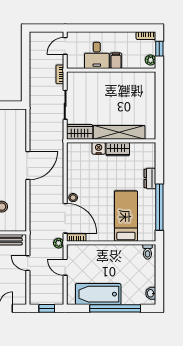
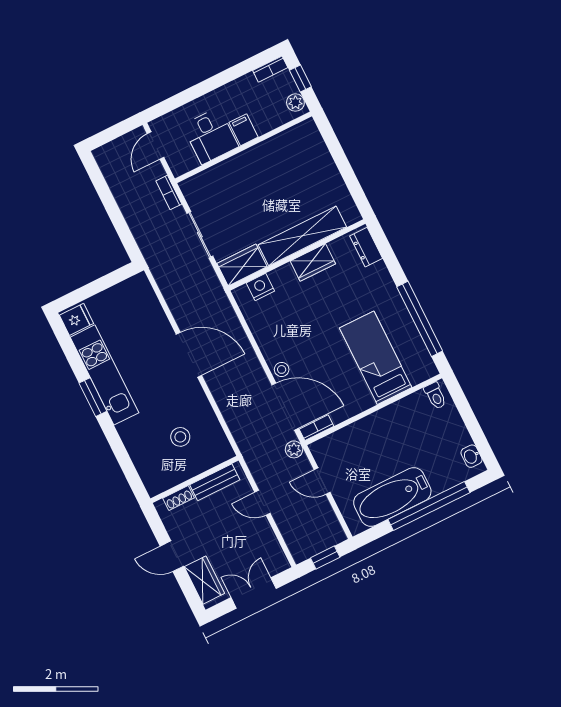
nightstand: (99, 148) -> (260, 287), moved
door: (28, 165) -> (189, 355), hinge flipped
dresser: (150, 179) -> (366, 247), moved

